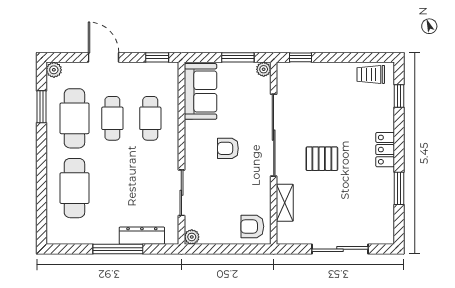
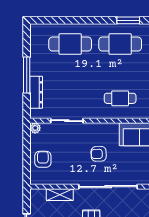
cafe table: (112, 118) -> (120, 71), removed
armchair: (228, 148) -> (99, 154), turned -92
armchair: (252, 226) -> (43, 159), moved

